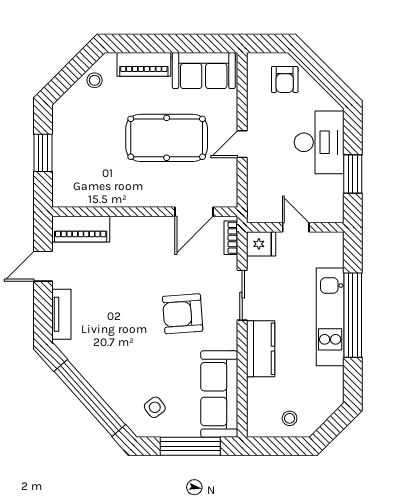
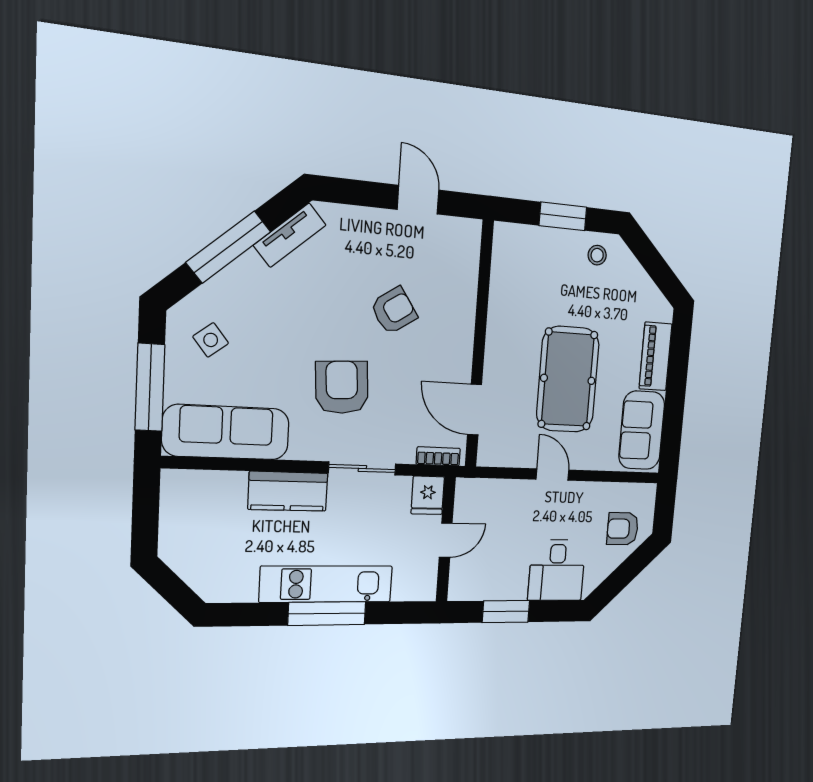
stool: (95, 80) -> (597, 255), moved
desk: (319, 142) -> (557, 570), width x0.73
piano: (81, 229) -> (463, 257), removed
armchair: (124, 279) -> (394, 311), added
tv unit: (61, 314) -> (290, 235), moved, turned -42
window: (353, 315) -> (327, 614), width x0.68
window: (90, 398) -> (228, 247), width x0.68
stool: (290, 418) -> (187, 529), removed

